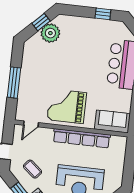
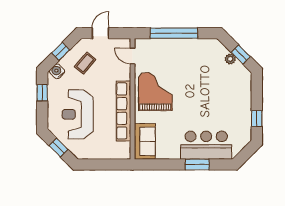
plant: (50, 33) -> (230, 59), width x0.53, depth x0.53
window: (14, 83) -> (174, 33), width x1.46

